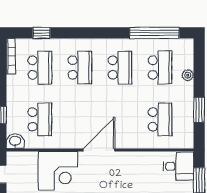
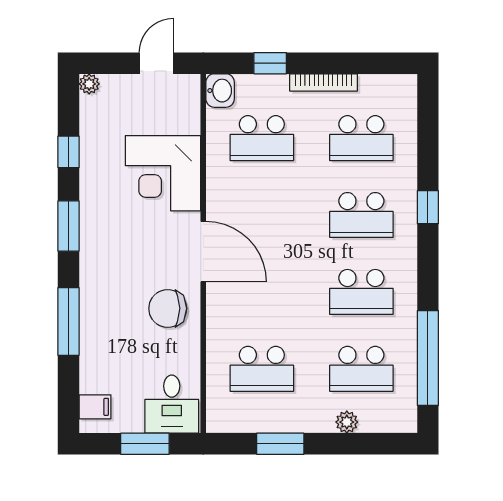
window: (42, 33) -> (428, 207), moved
bookcase: (11, 56) -> (324, 82), moved
chair: (129, 168) -> (168, 308), added

